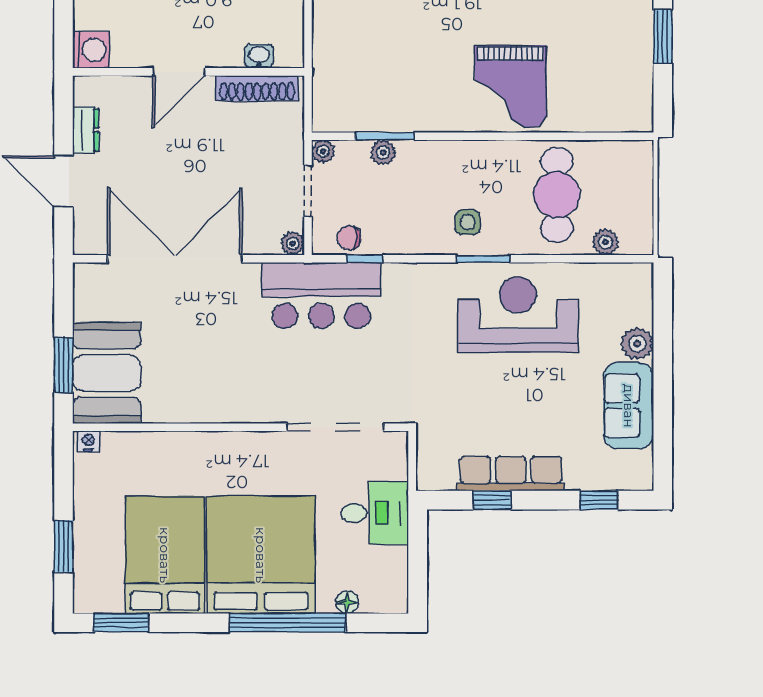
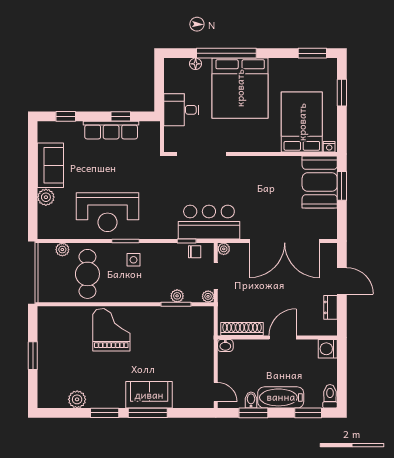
washbasin: (259, 56) -> (225, 345), moved
bed: (165, 555) -> (302, 122), moved, turned 180

